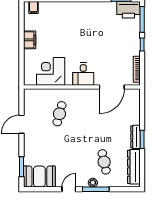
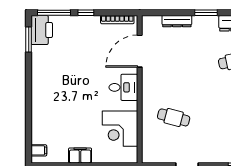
door: (112, 87) -> (140, 51), swing flipped
dresser: (135, 137) -> (177, 21), moved

